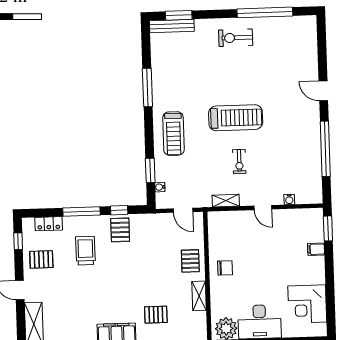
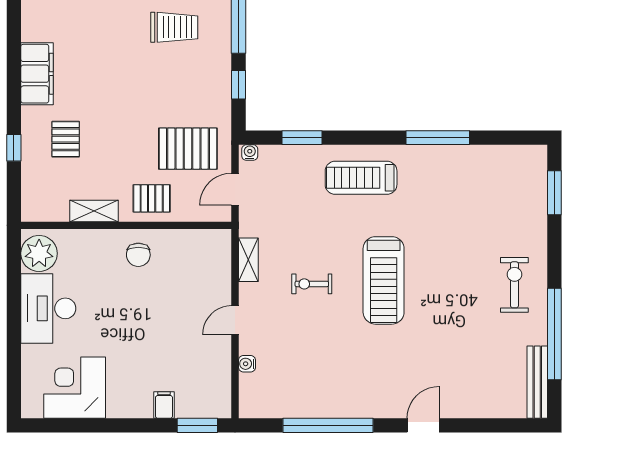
bench: (172, 26) -> (537, 382), moved
water cooler: (160, 187) -> (250, 153), moved
pallet: (120, 230) -> (188, 149), moved, width x1.50, depth x1.42

